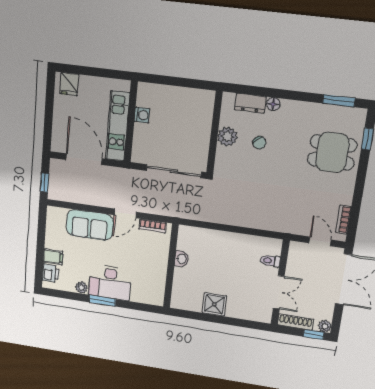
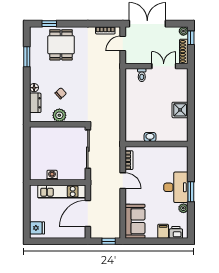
window: (339, 101) -> (27, 57), moved
sofa: (90, 225) -> (135, 221), moved

